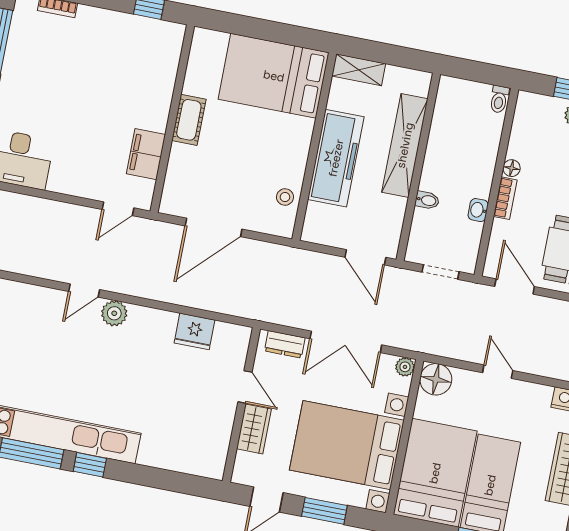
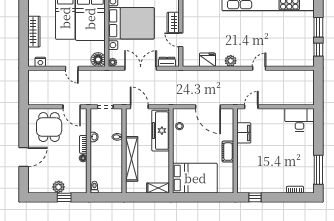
freezer: (336, 158) -> (161, 131), moved
door: (214, 227) -> (208, 107), swing flipped
plant: (114, 313) -> (231, 61), moved

